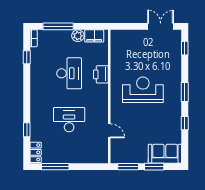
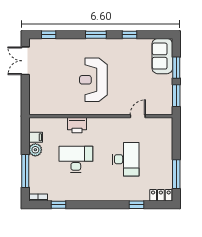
filing cabinet: (94, 36) -> (36, 137), width x0.50
desk: (69, 120) -> (126, 159), turned 180

